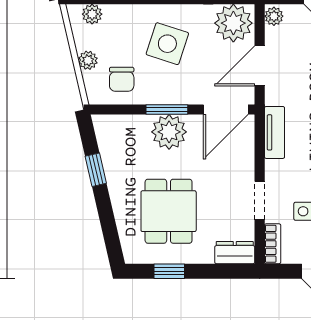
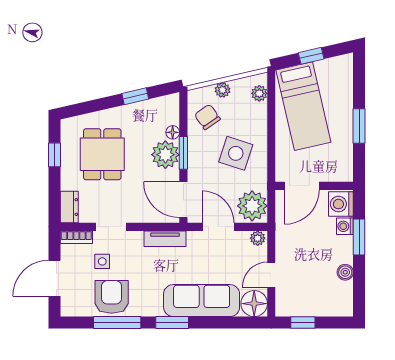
chair: (122, 79) -> (207, 117), turned 55
floor lamp: (141, 123) -> (173, 132), added
dining table: (169, 211) -> (102, 154), turned 90

